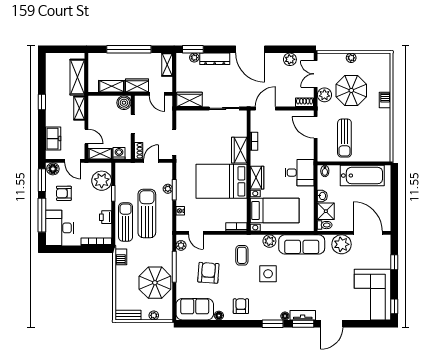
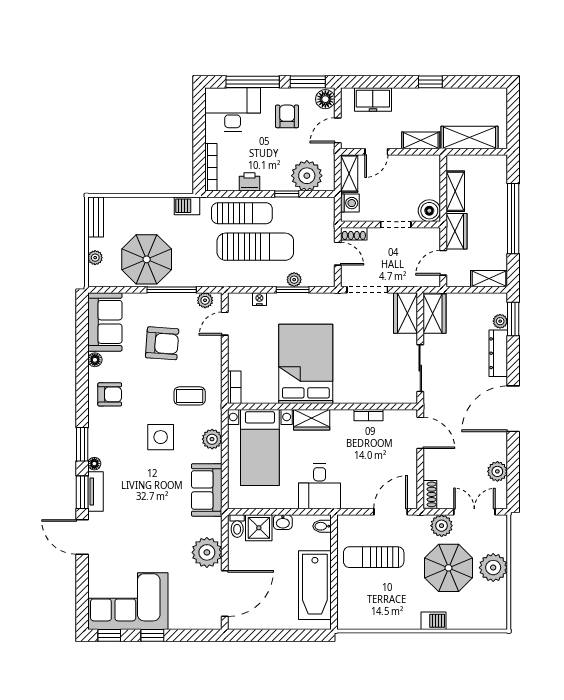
plant: (351, 58) -> (493, 568), width x1.87, depth x1.87
wardrobe: (239, 150) -> (405, 313), moved, turned -90
sofa: (302, 244) -> (207, 490), width x0.73
window: (394, 262) -> (152, 635), moved

